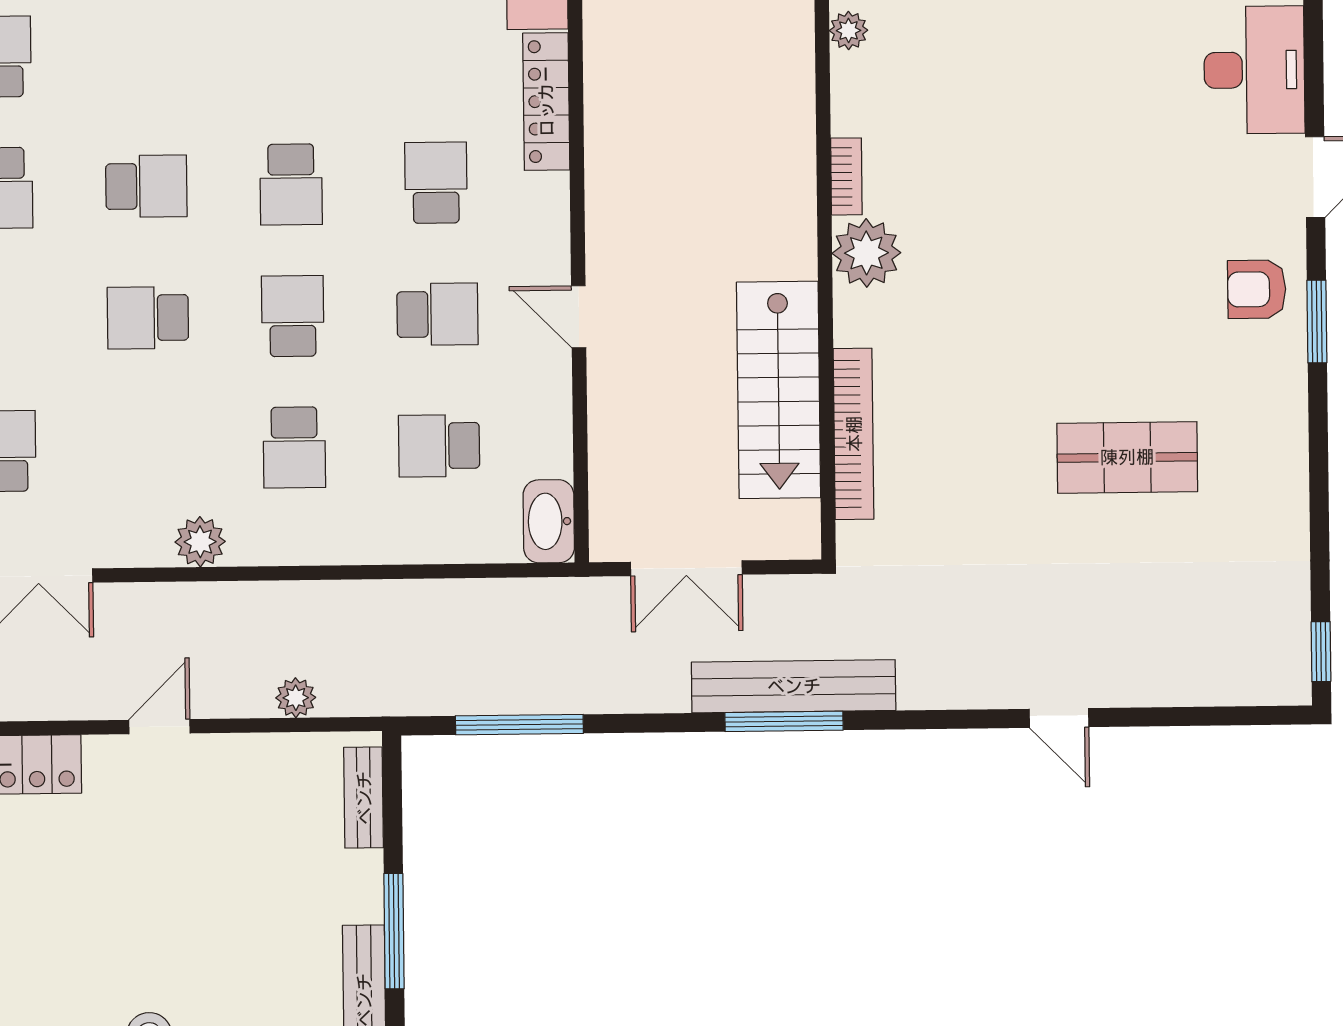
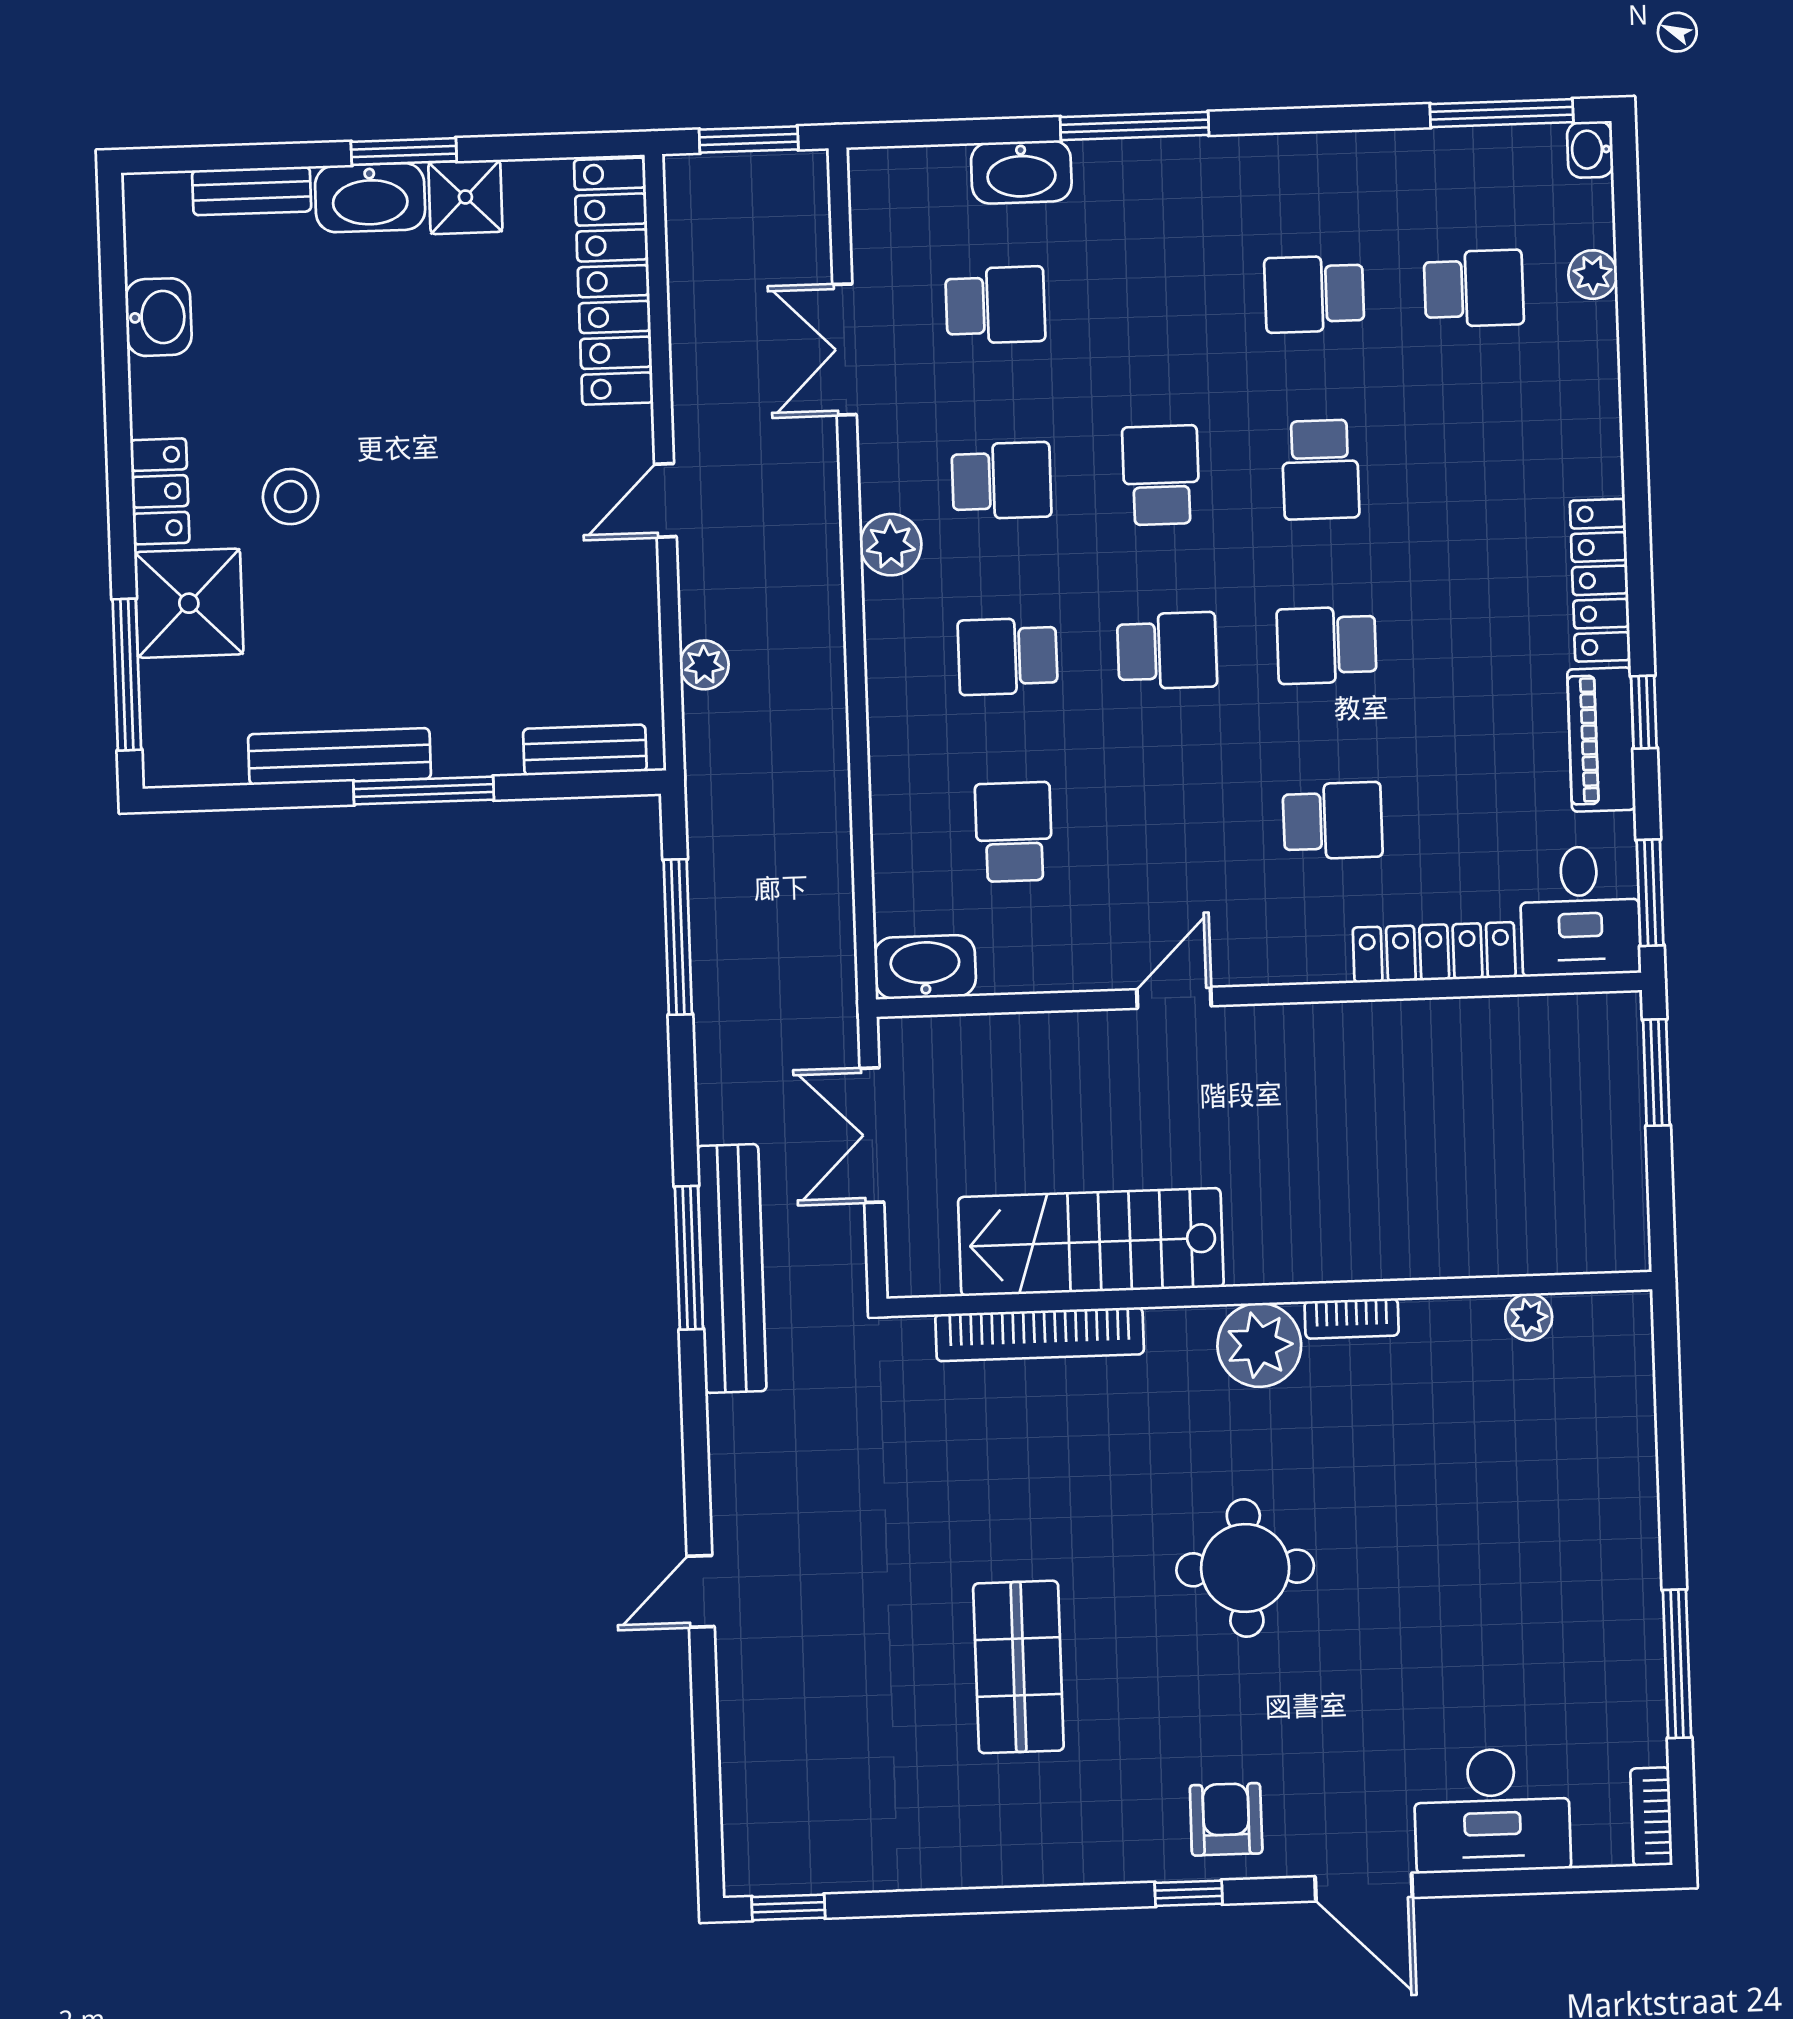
round table: (1050, 269) -> (1245, 1568), added
school desk: (438, 314) -> (1001, 481), moved, turned -90
window: (1317, 322) -> (1189, 1893), width x0.67
door: (159, 727) -> (665, 500), swing flipped

